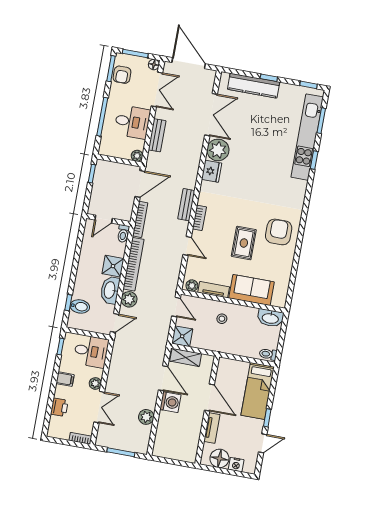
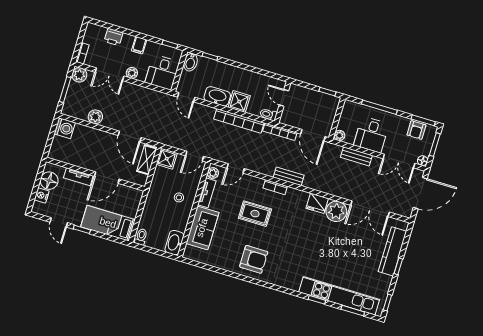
armchair: (122, 75) -> (416, 130), turned -90
rug: (244, 243) -> (255, 214), moved
door: (187, 246) -> (236, 168), moved
plant: (129, 299) -> (79, 75), moved
bidet: (80, 306) -> (191, 62), moved
door: (163, 378) -> (130, 137), hinge flipped
washing machine: (170, 402) -> (65, 128), moved, turned -90

